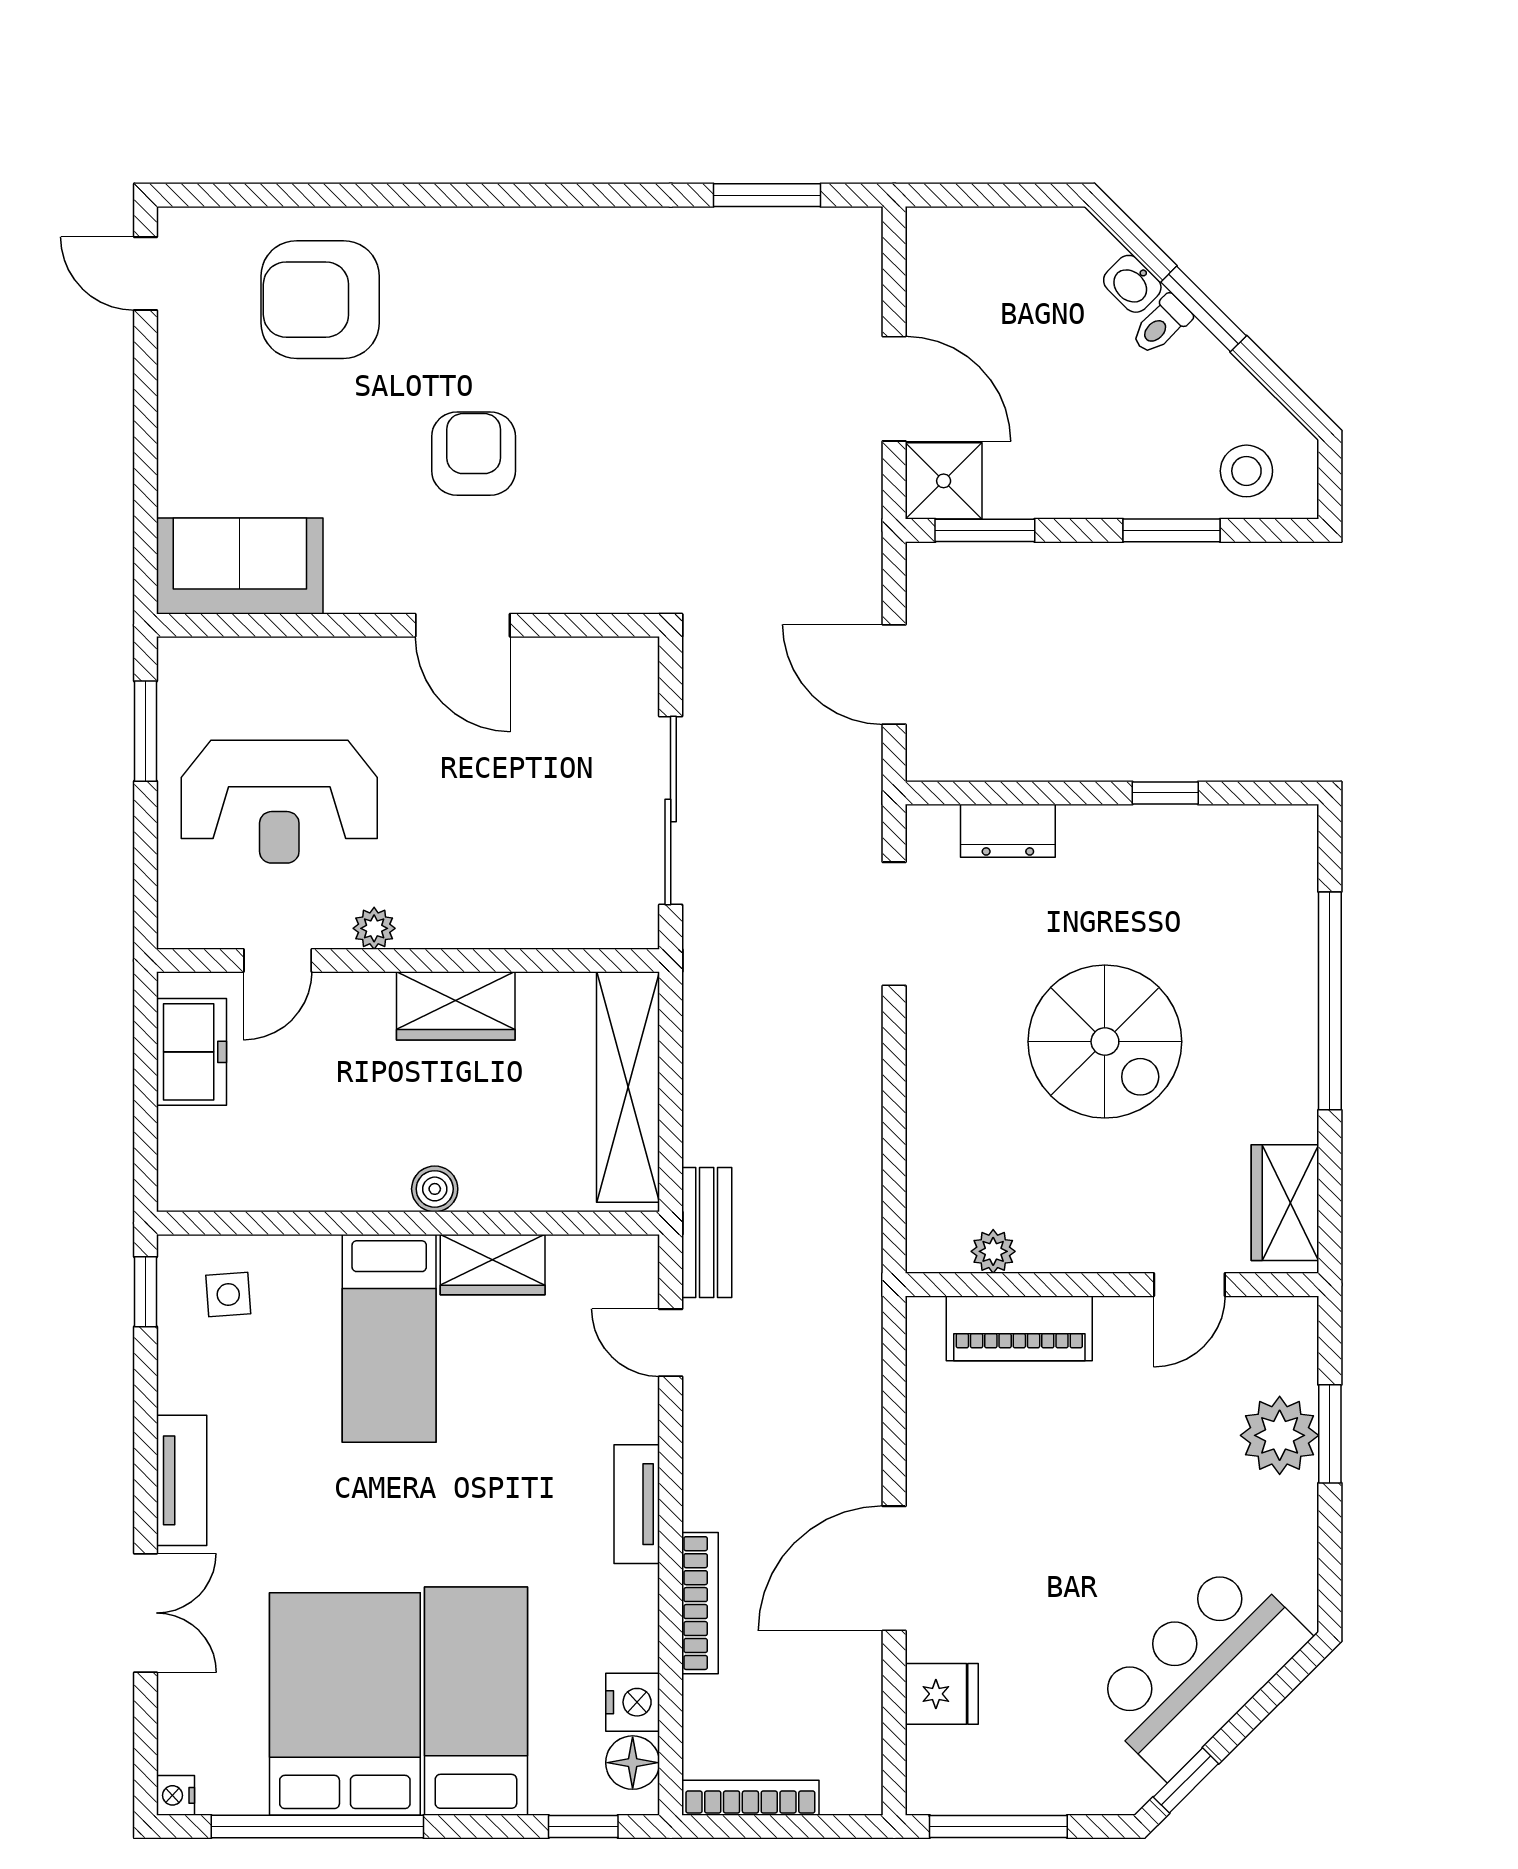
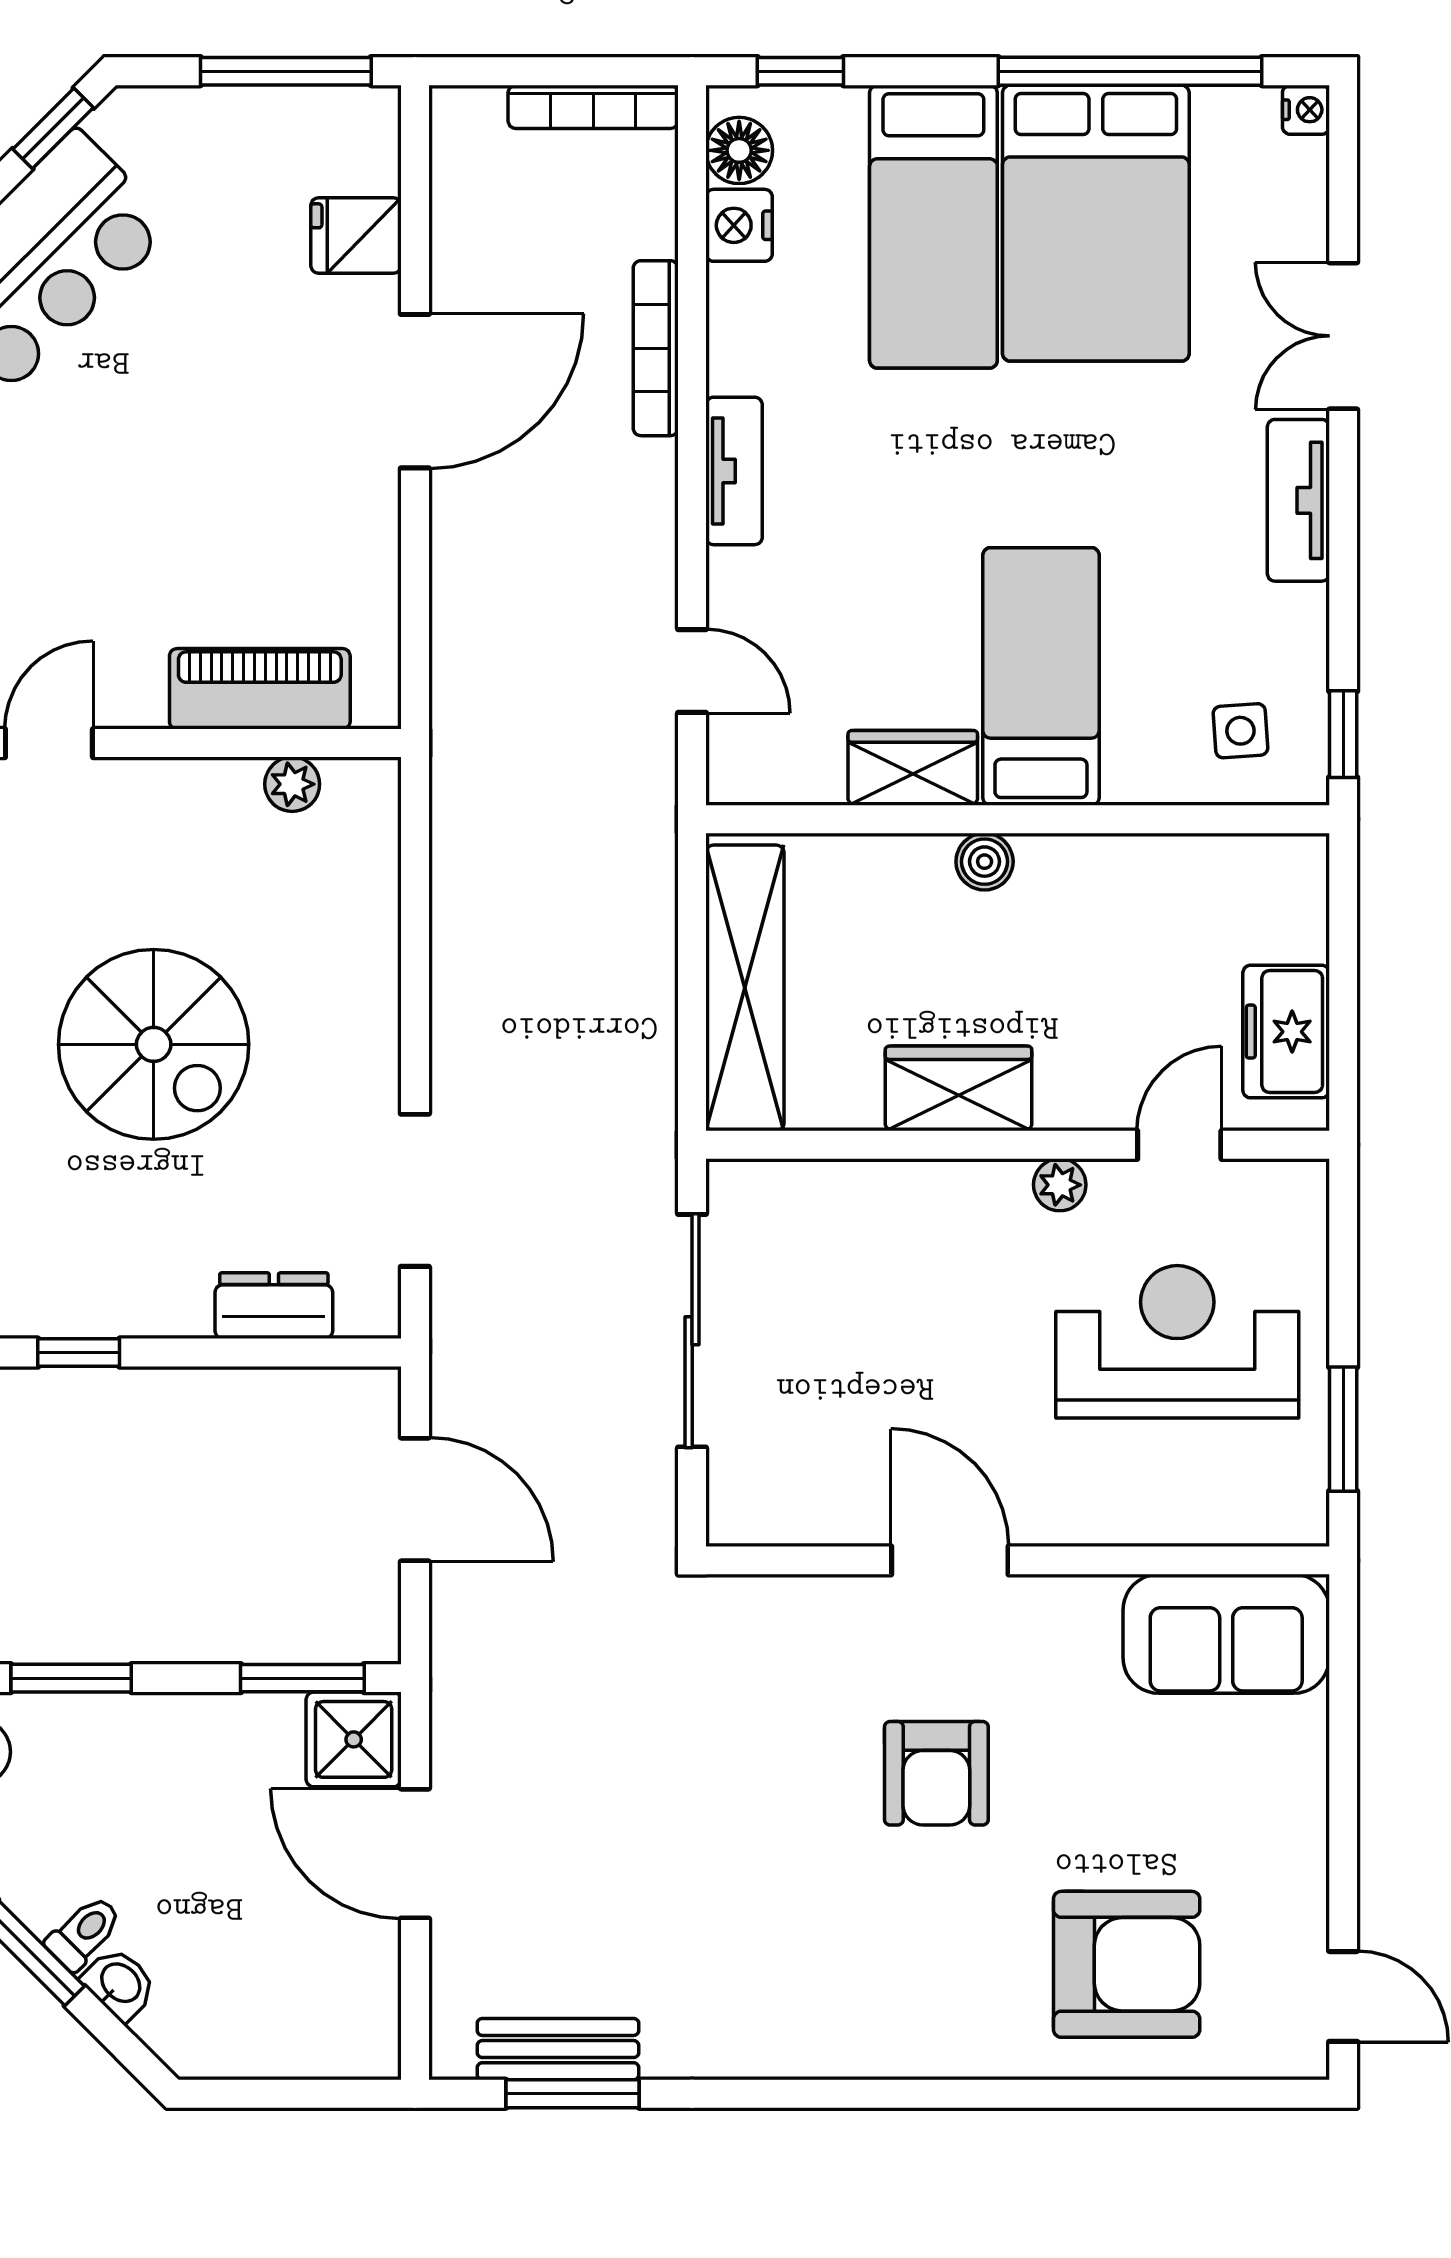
spiral stairs: (1105, 1042) -> (154, 1044), turned 180
bench: (707, 1232) -> (558, 2049), moved, turned 90

